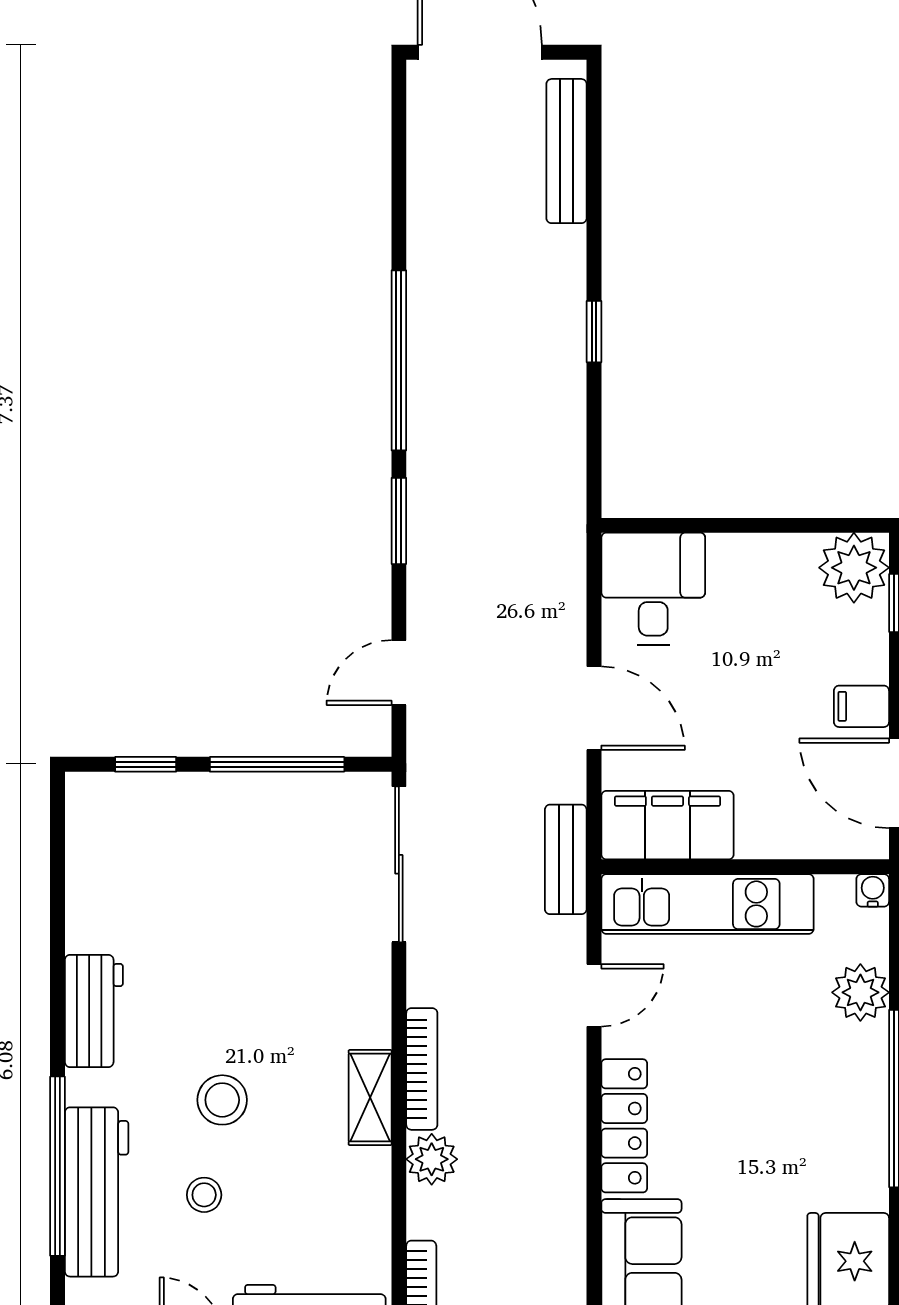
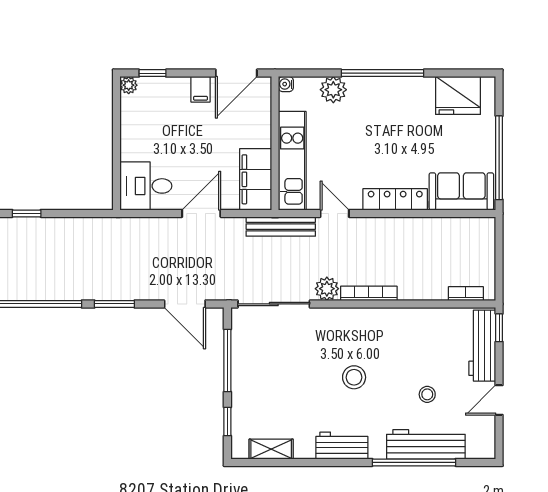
plant: (854, 568) -> (129, 85), width x0.53, depth x0.53
door: (399, 673) -> (185, 304), width x1.38
bench: (566, 859) -> (281, 227), width x1.36
shelving: (370, 1098) -> (271, 449), moved
stool: (222, 1100) -> (354, 377), moved
plant: (432, 1159) -> (327, 289), moved

